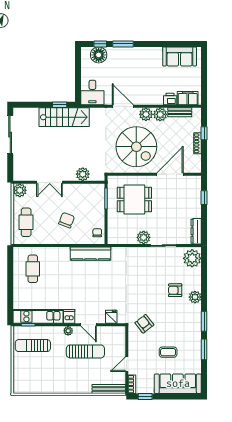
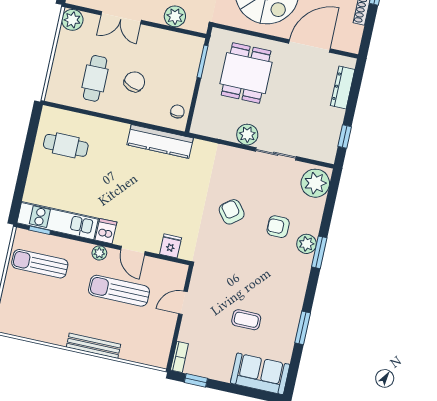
window: (204, 198) -> (345, 137), moved
dining table: (134, 200) -> (246, 73), turned 90
cafe table: (26, 222) -> (95, 78), moved
dresser: (196, 231) -> (343, 88), moved
cafe table: (33, 269) -> (66, 145), turned 90
window: (204, 321) -> (319, 252), moved
armchair: (144, 324) -> (232, 212), moved
sun lounger: (85, 351) -> (119, 291), turned 180
door: (127, 364) -> (183, 303), moved
sofa: (178, 384) -> (260, 374), width x0.73
bench: (109, 389) -> (94, 346), moved

